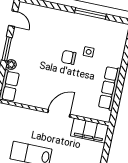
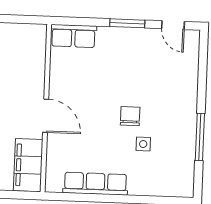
door: (13, 19) -> (173, 25), hinge flipped
plant: (11, 64) -> (105, 34), removed

